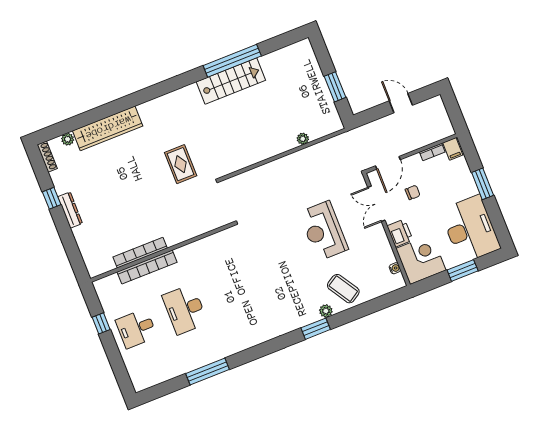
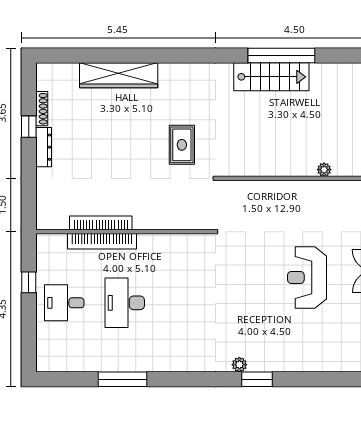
plant: (68, 139) -> (71, 70), removed
shoe rack: (47, 157) -> (42, 109), moved
coffee table: (343, 289) -> (304, 348), removed
plant: (326, 311) -> (239, 365), moved

